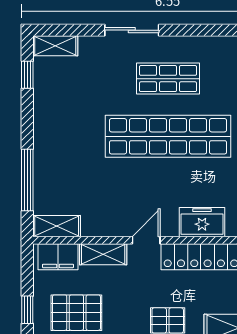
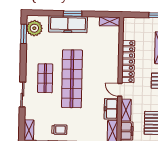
trolley: (58, 111) -> (59, 130), added
freezer: (202, 222) -> (111, 109), moved

